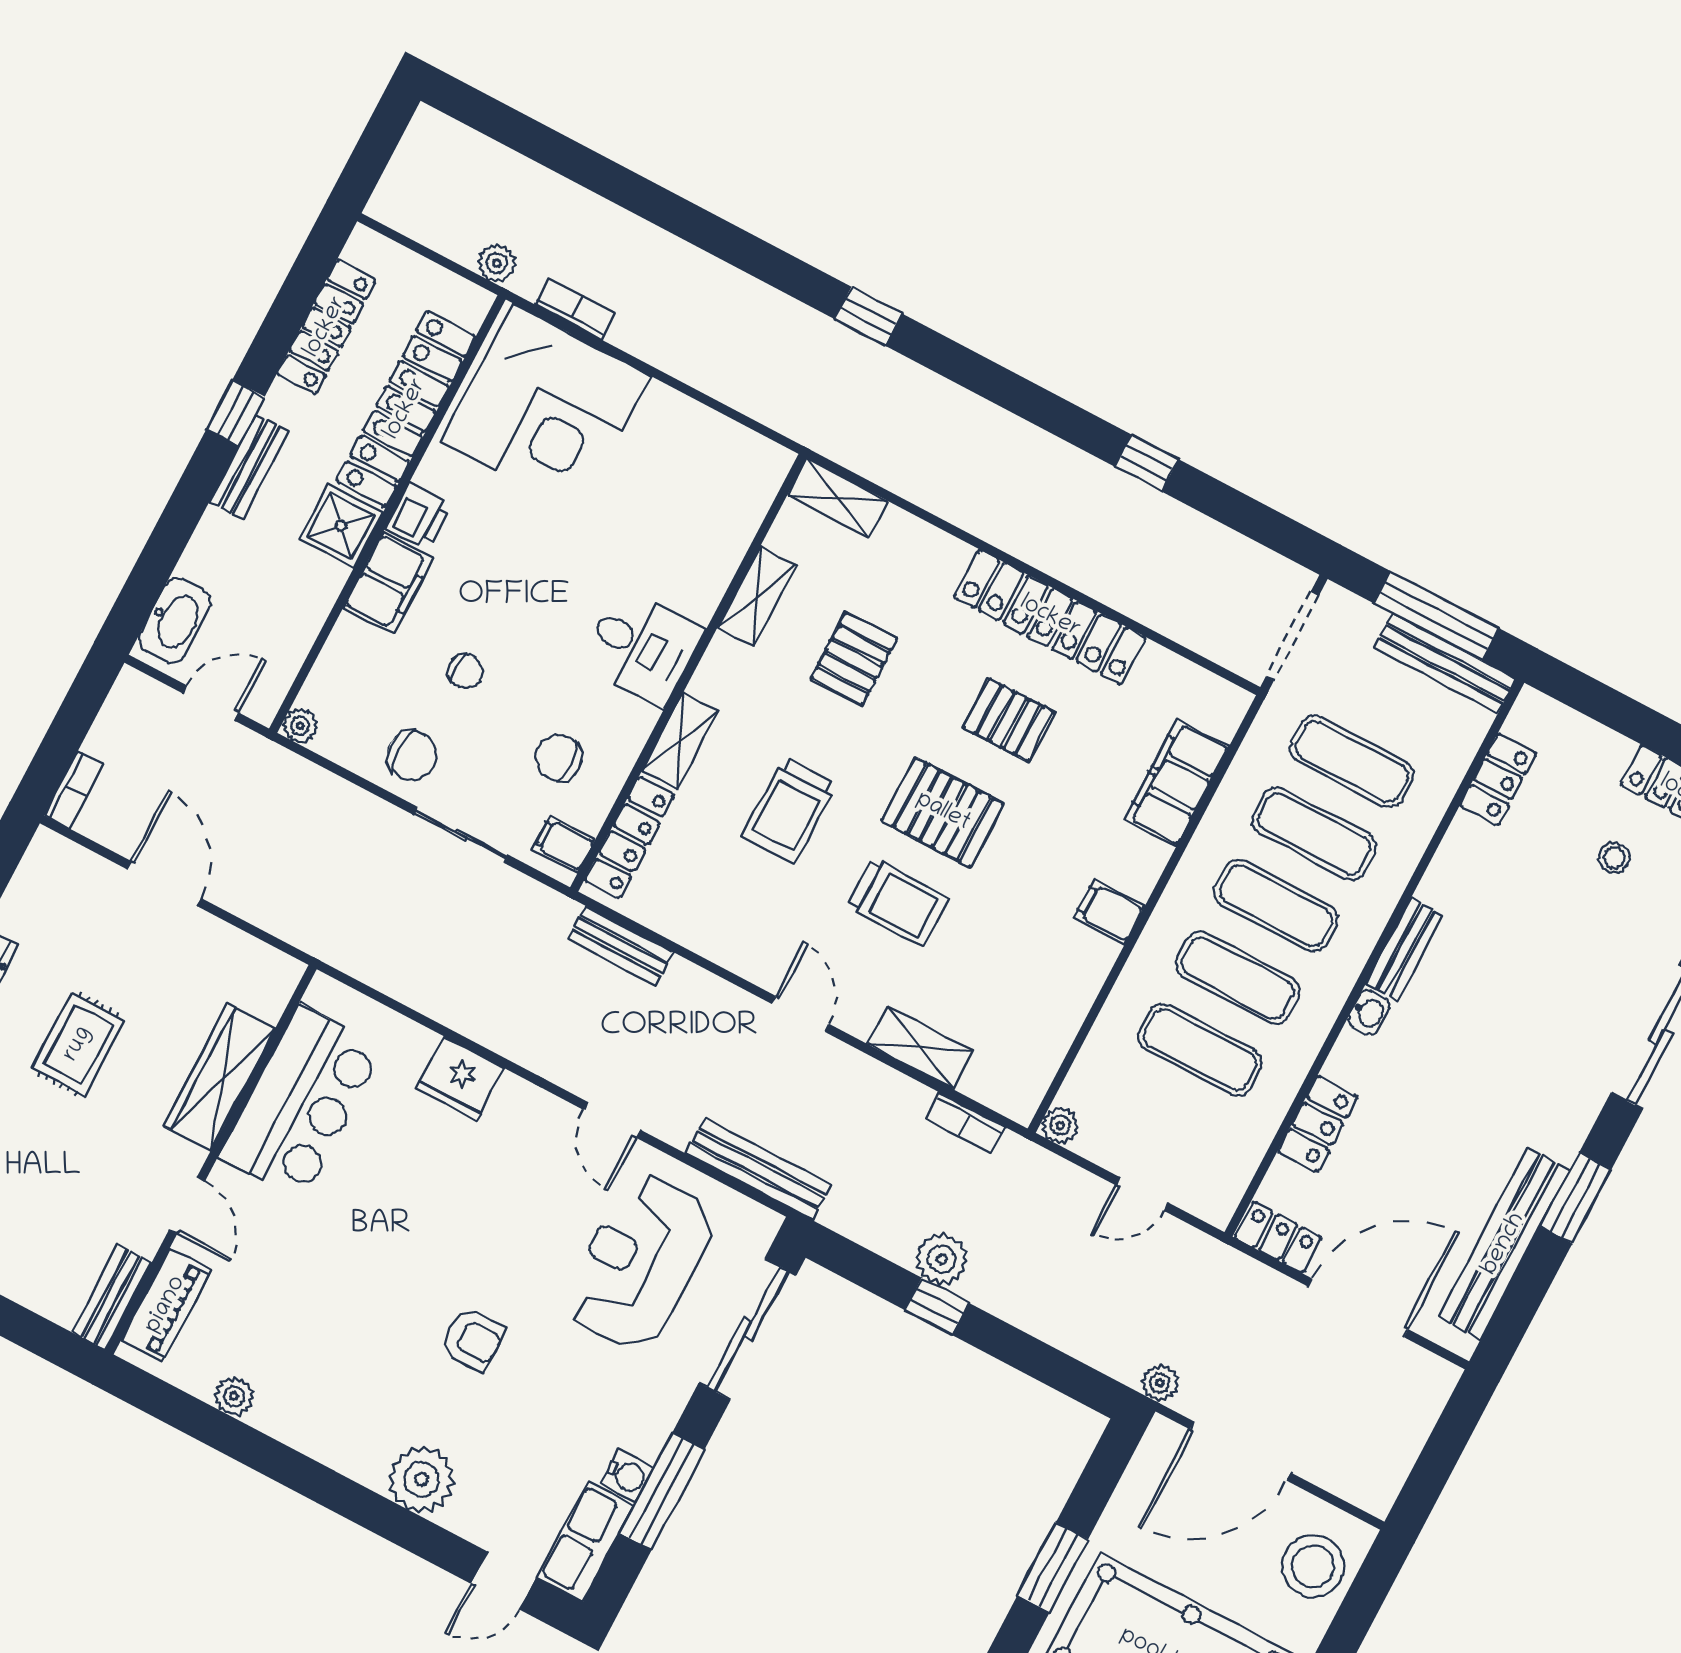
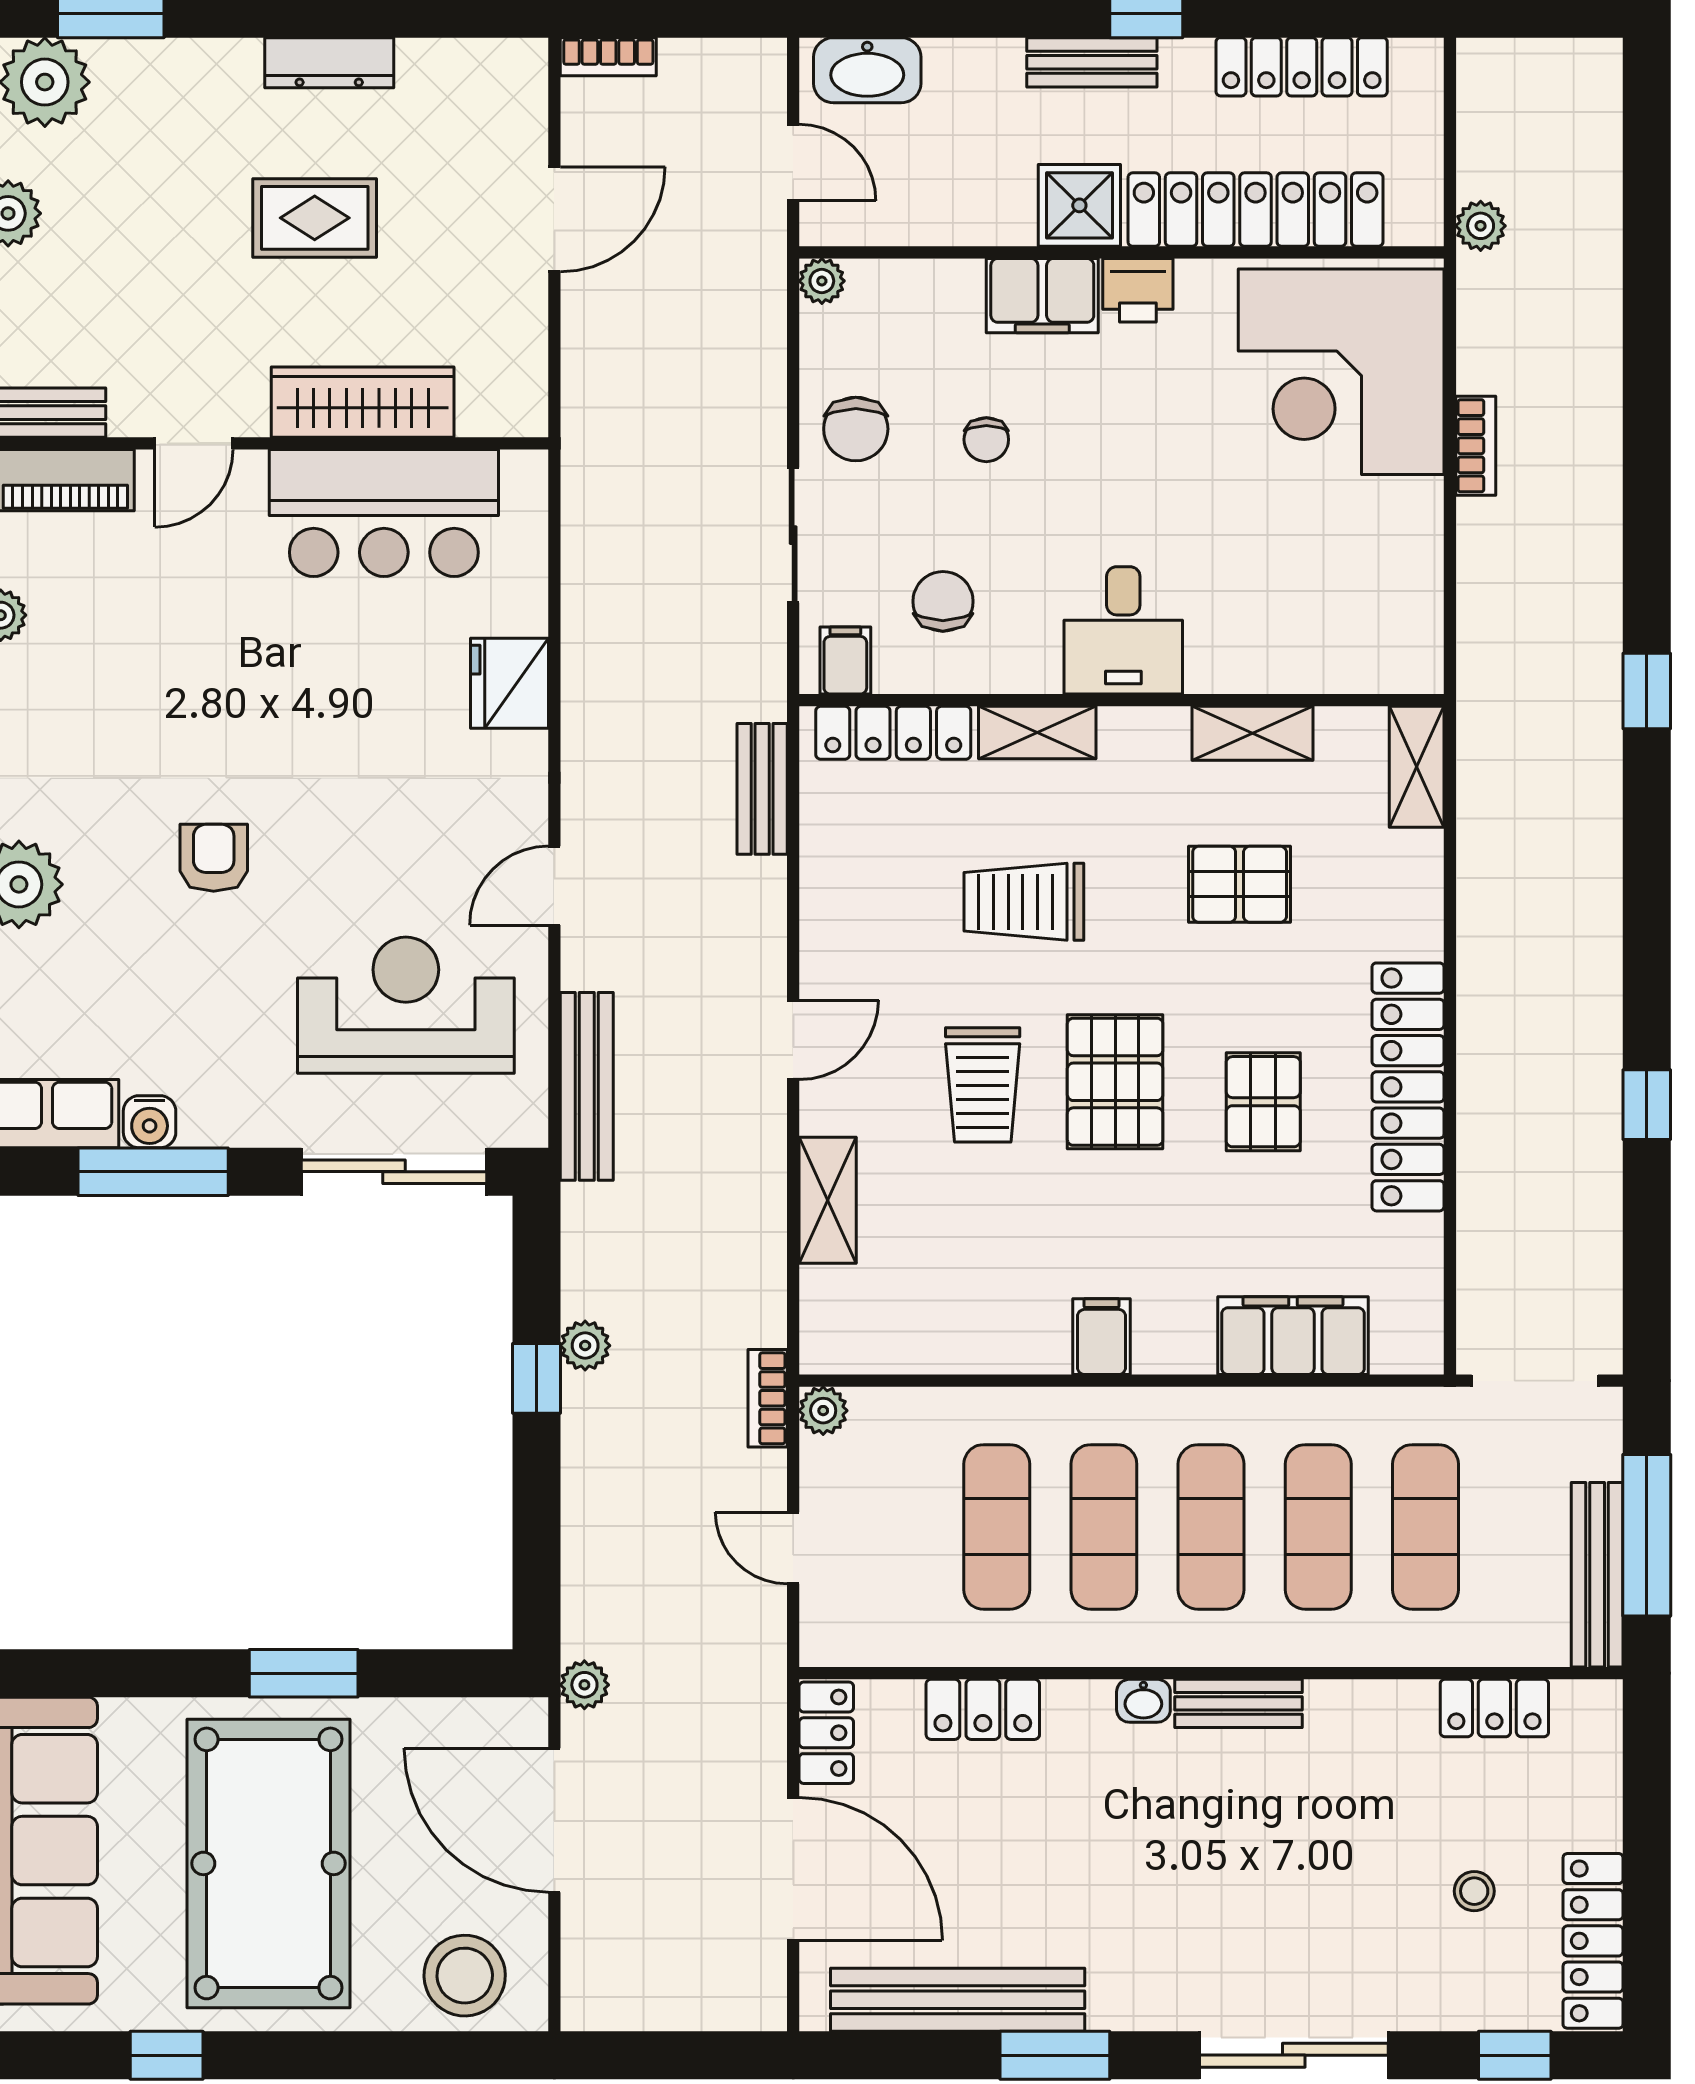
bookcase: (575, 309) -> (1476, 446), moved
bookcase: (966, 1123) -> (768, 1398), moved
plant: (942, 1259) -> (585, 1346), width x0.73, depth x0.73
armchair: (473, 1339) -> (214, 858), turned 180

